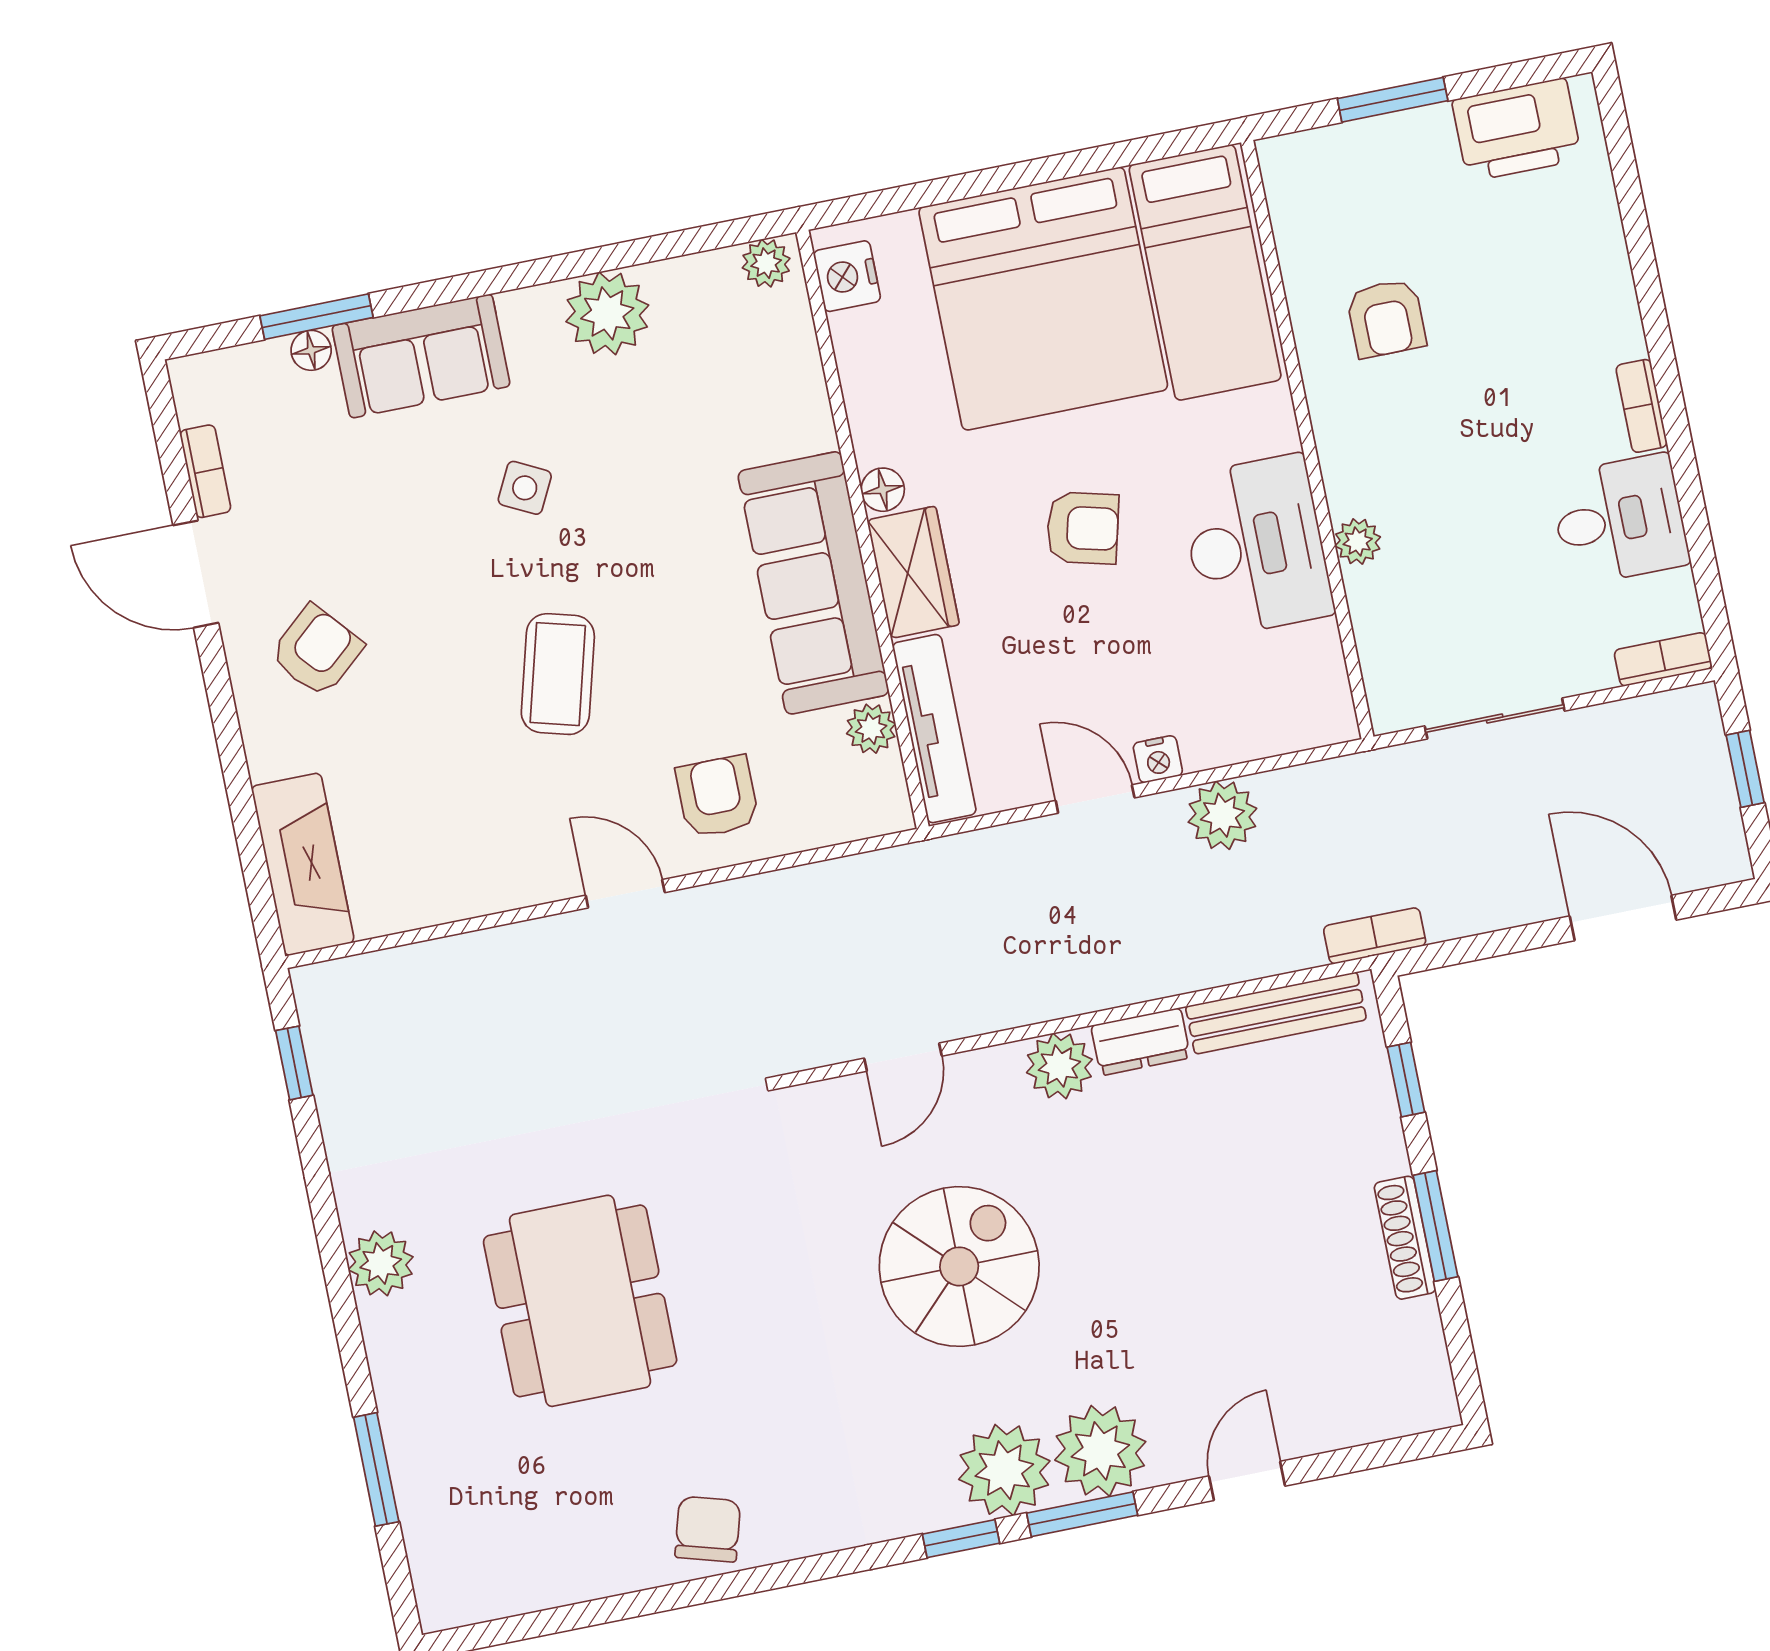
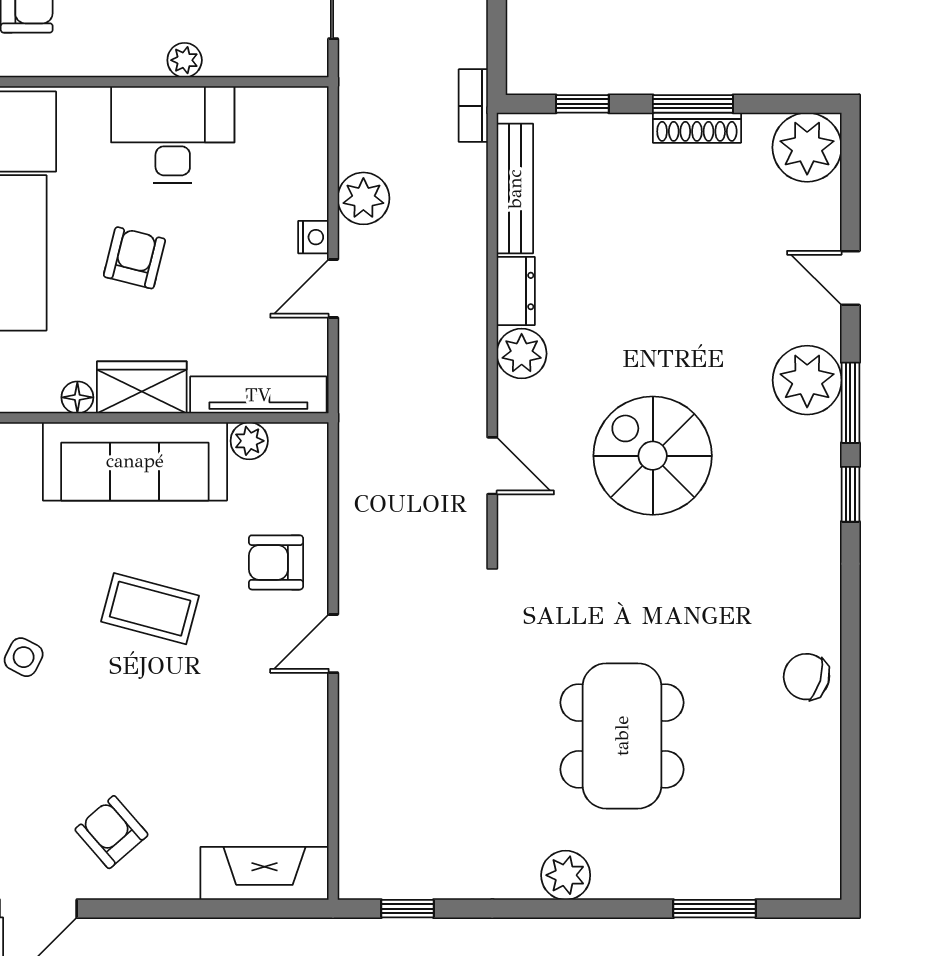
coffee table: (558, 674) -> (150, 609), moved
dining table: (580, 1301) -> (622, 736), turned 90
plant: (1004, 1470) -> (807, 147), moved

